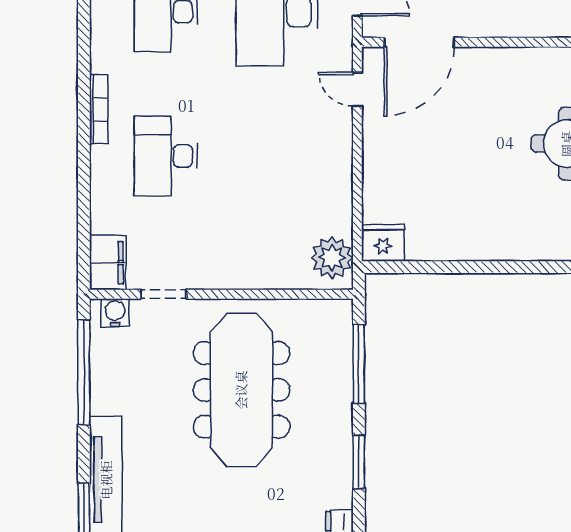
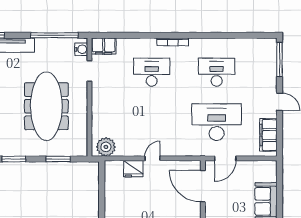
door: (357, 89) -> (152, 158), moved
fridge: (383, 243) -> (133, 169), moved, turned 90
window: (359, 364) -> (58, 159), width x0.69
meeting table: (241, 390) -> (46, 106), turned 90

